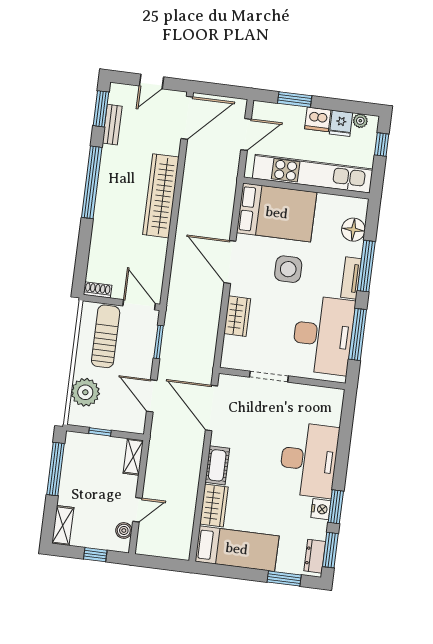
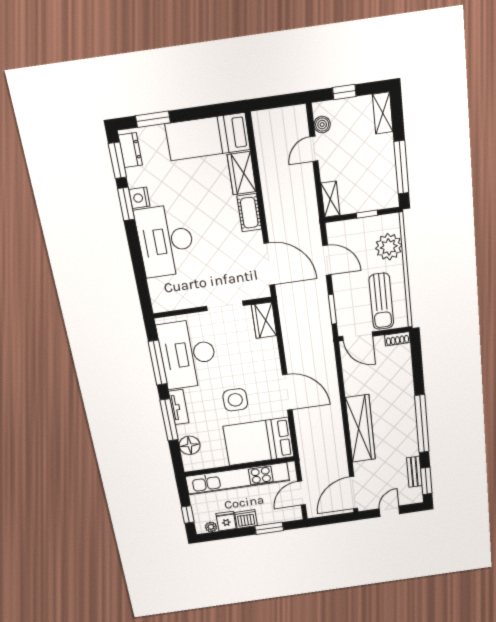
wardrobe: (237, 316) -> (264, 320), moved

